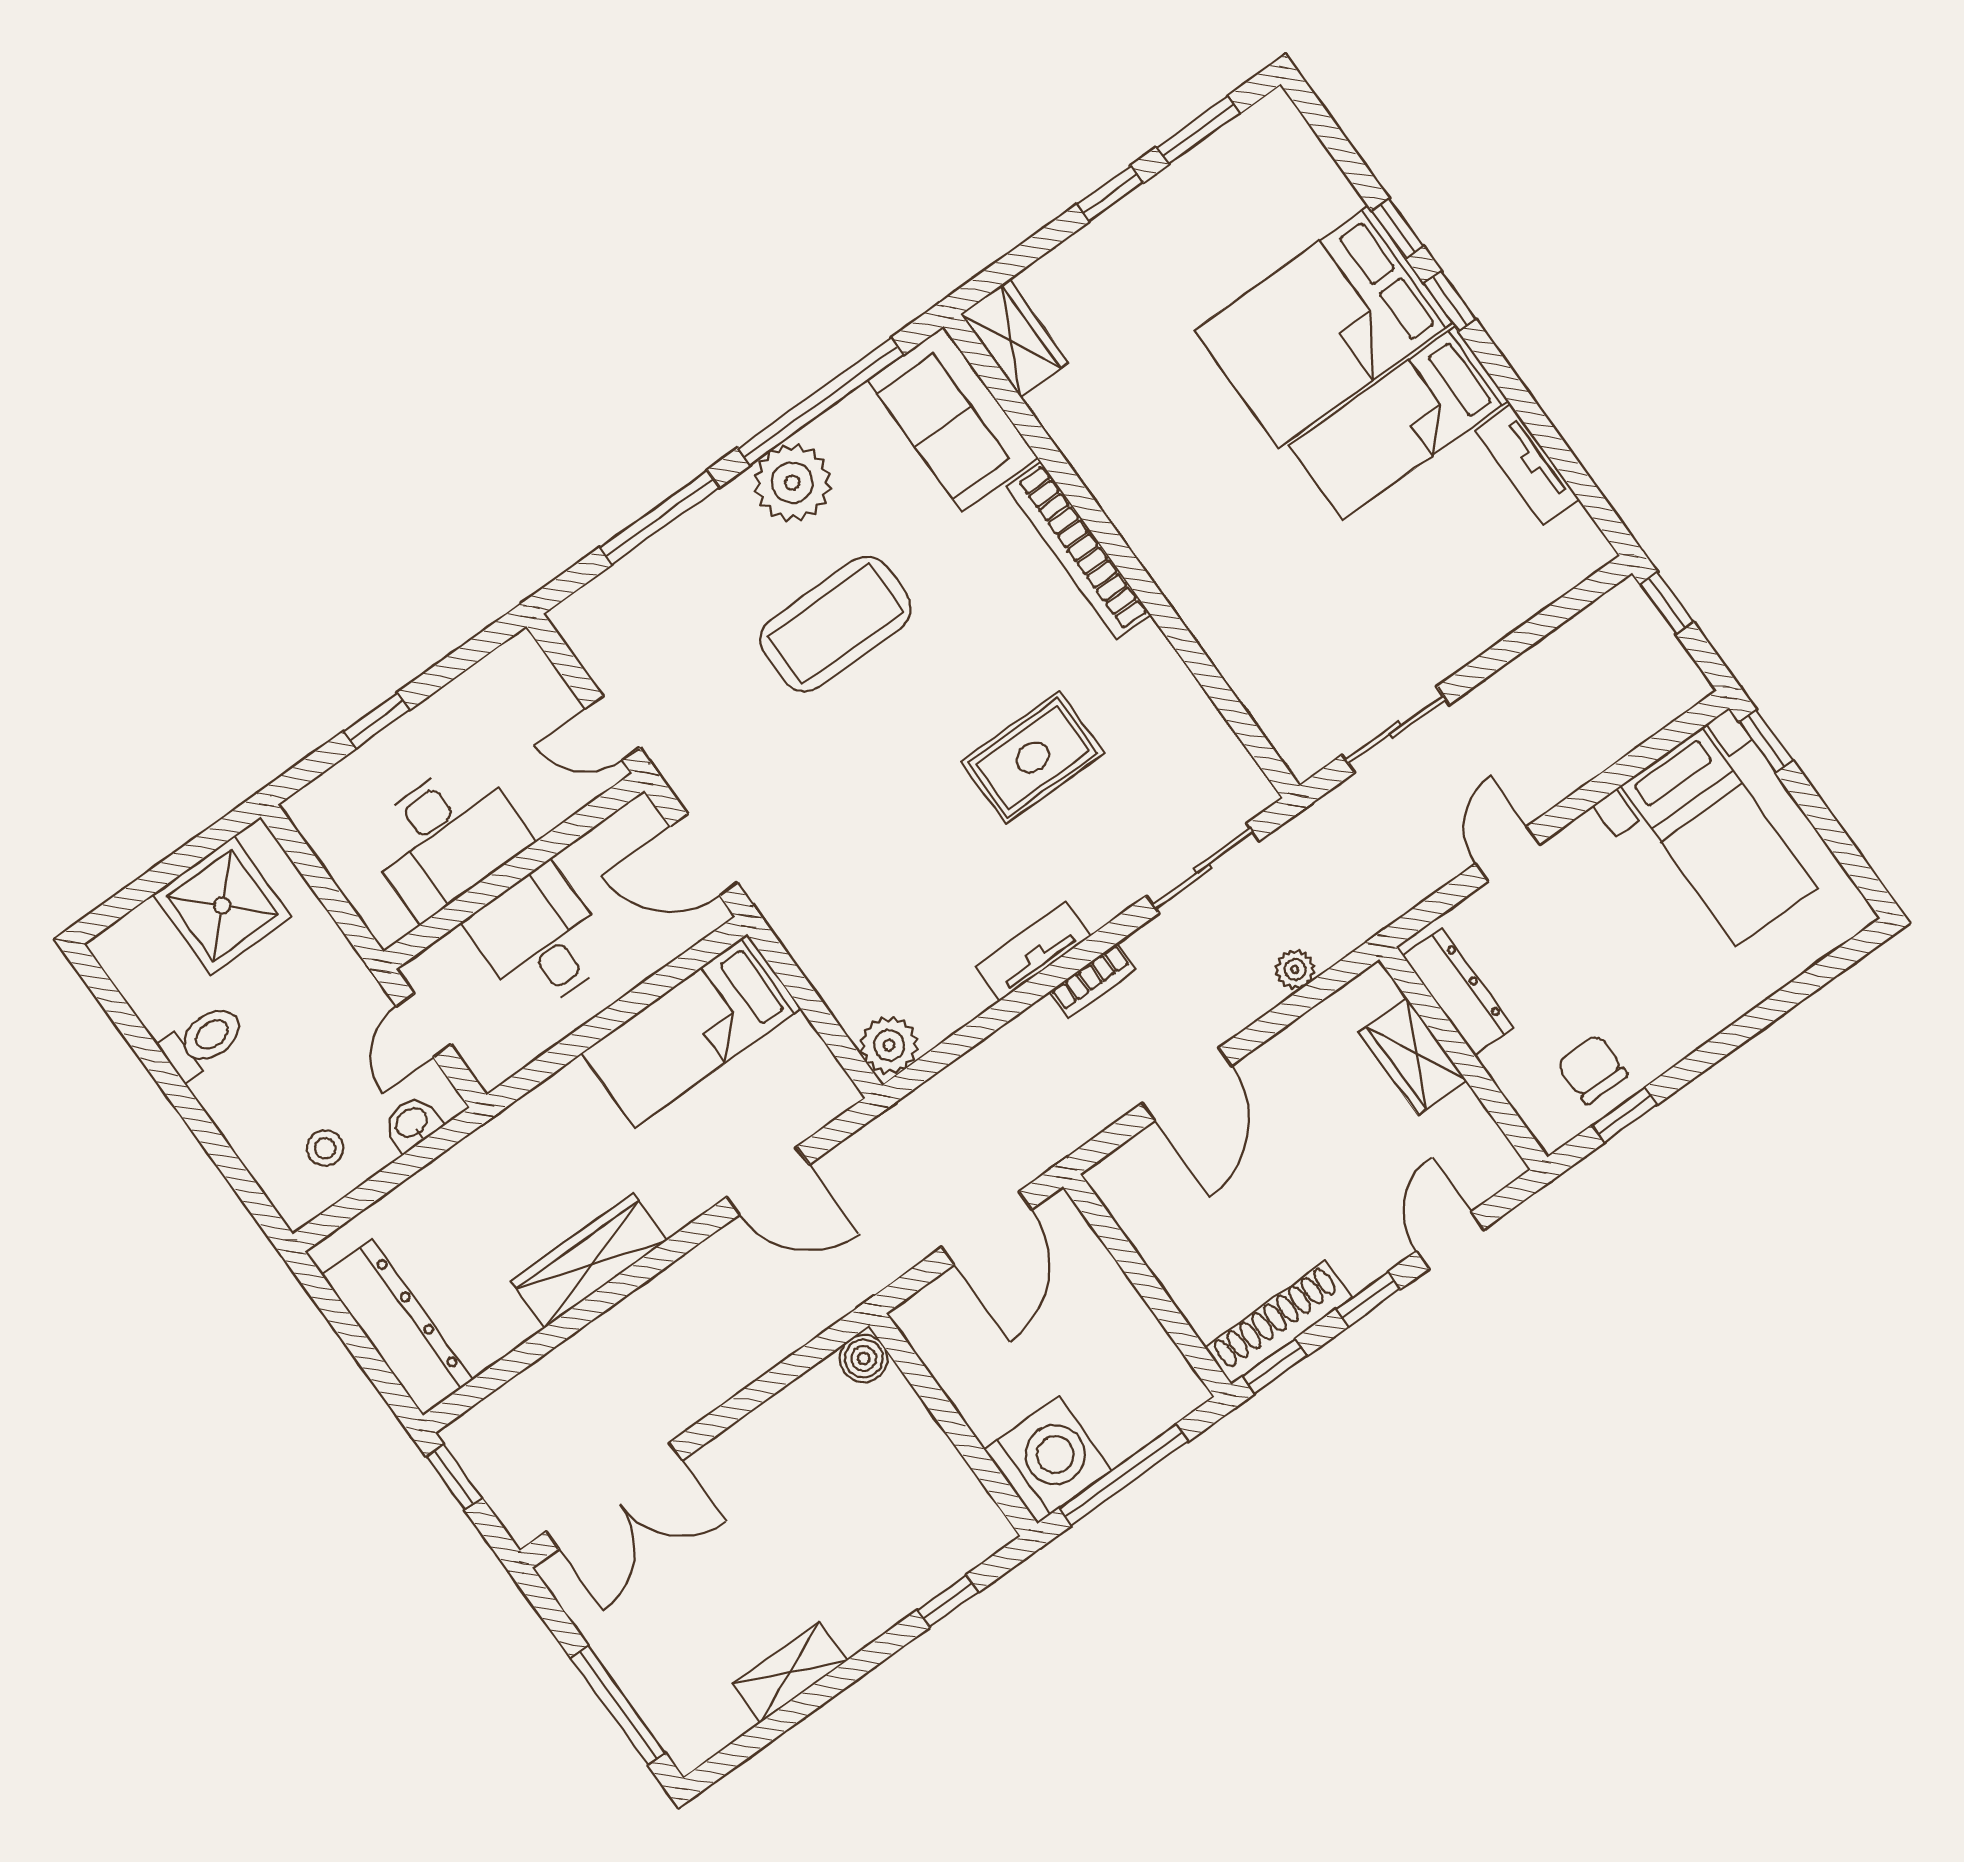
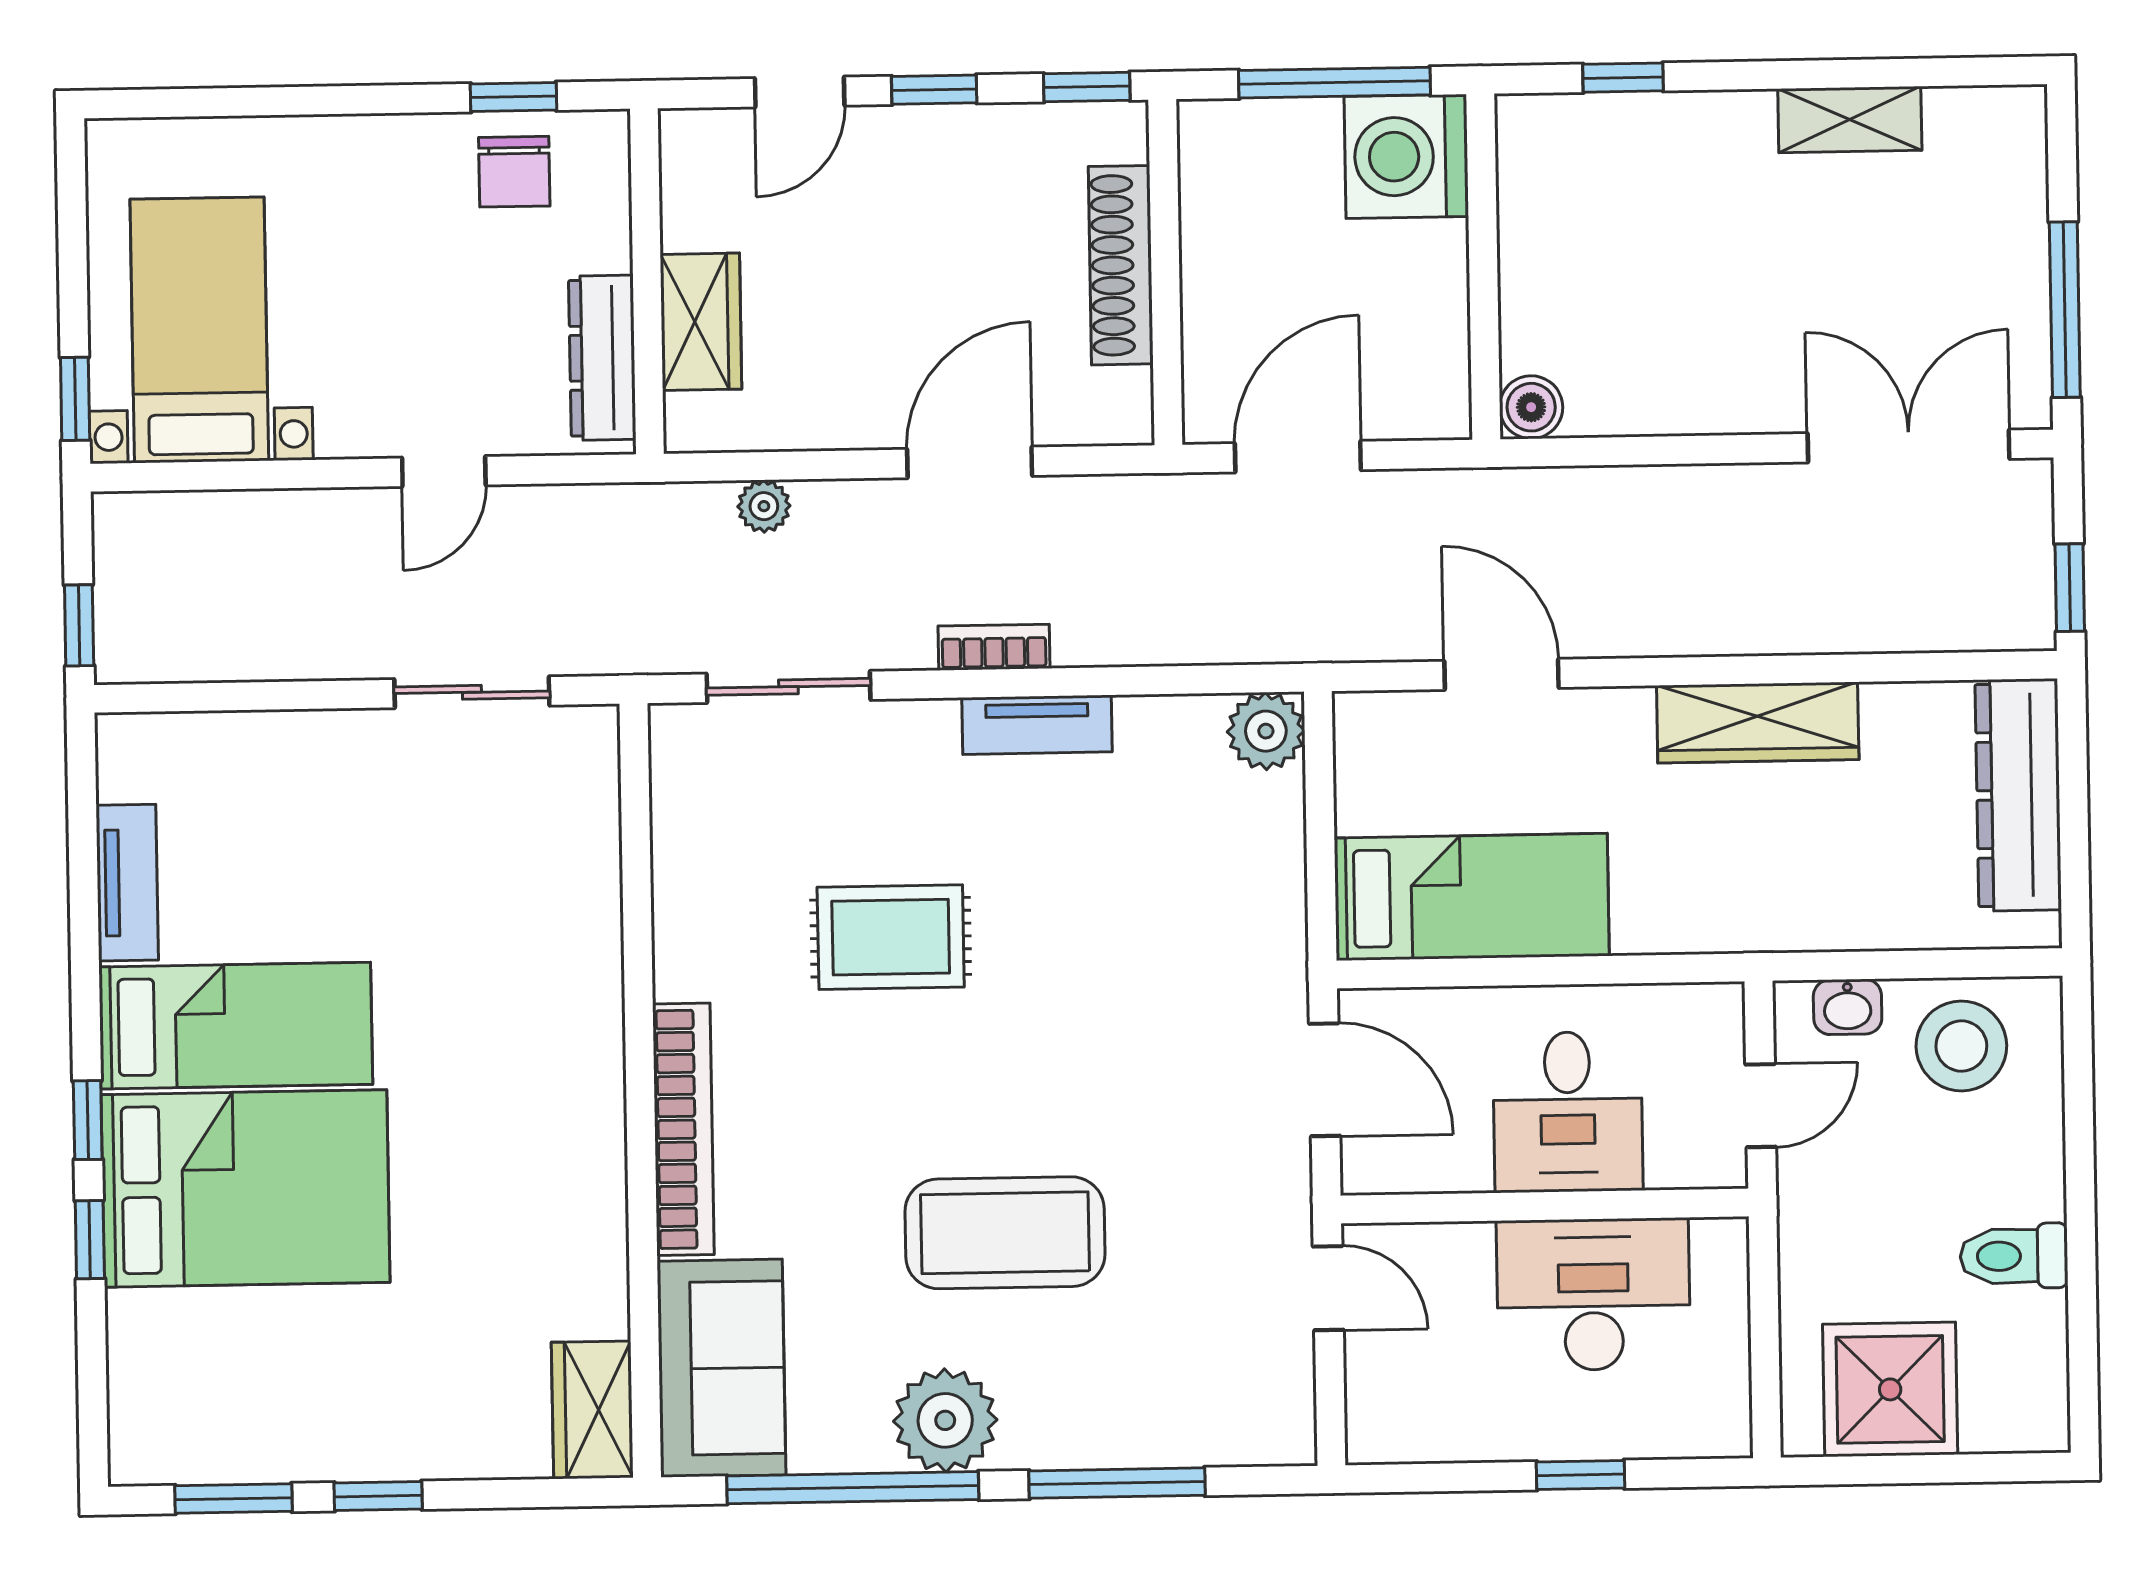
stool: (325, 1148) -> (1961, 1046), width x1.89, depth x1.89
shoe rack: (1278, 1322) -> (1121, 265), moved, turned 90
window: (618, 1705) -> (2065, 310), moved

